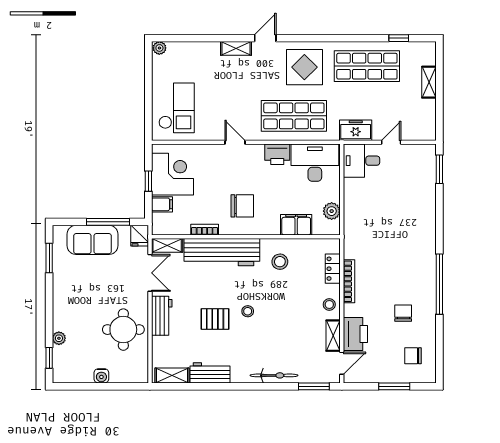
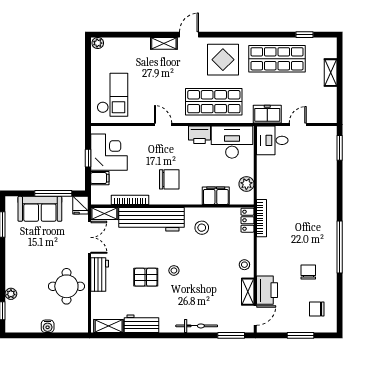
bookcase: (205, 230) -> (130, 200), width x1.56
locker: (333, 269) -> (247, 220), moved
bookcase: (349, 281) -> (262, 218), moved

